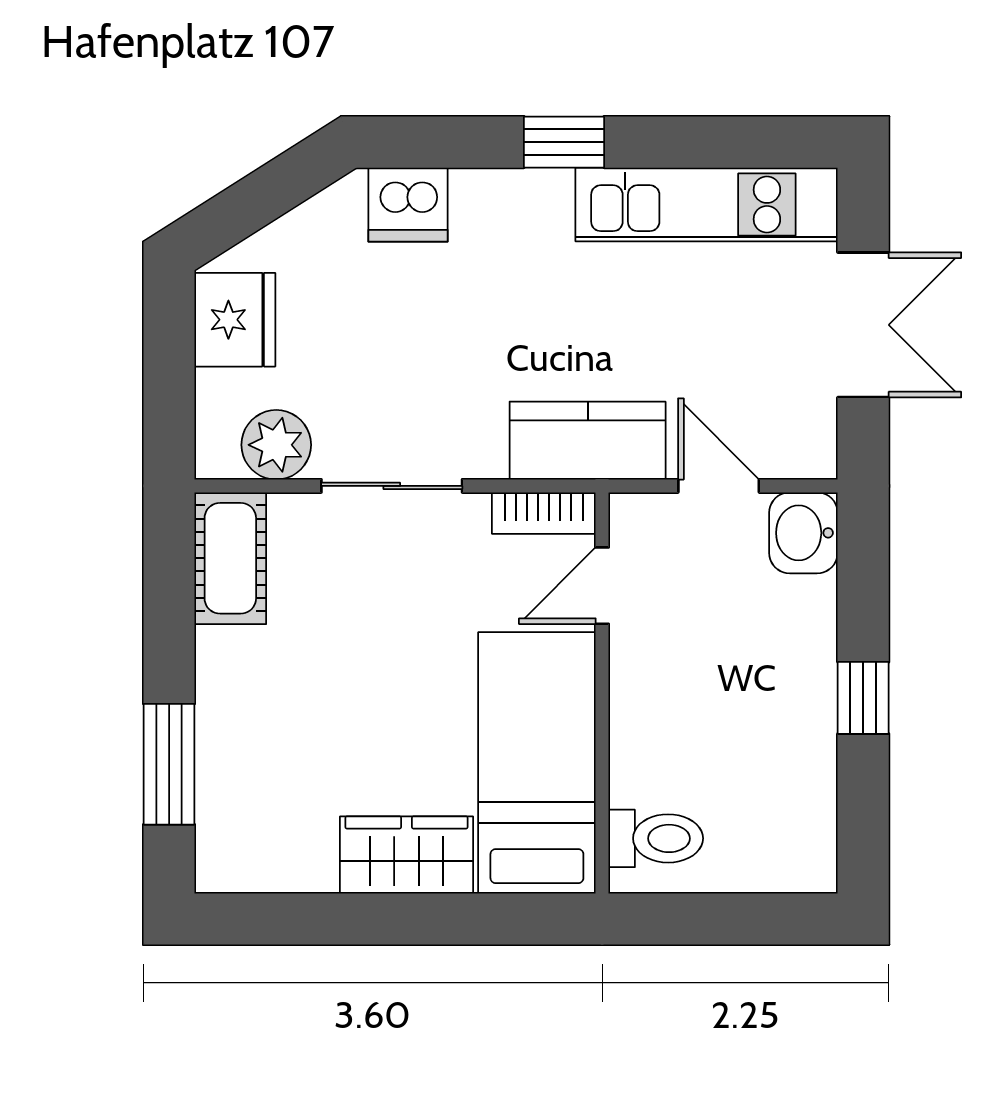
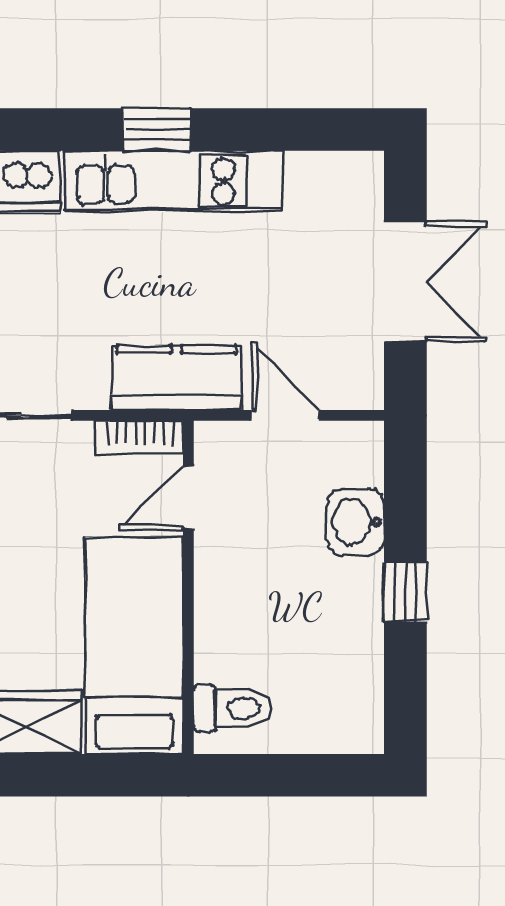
kitchen unit: (707, 204) -> (173, 181), moved
washbasin: (803, 533) -> (356, 522), moved

